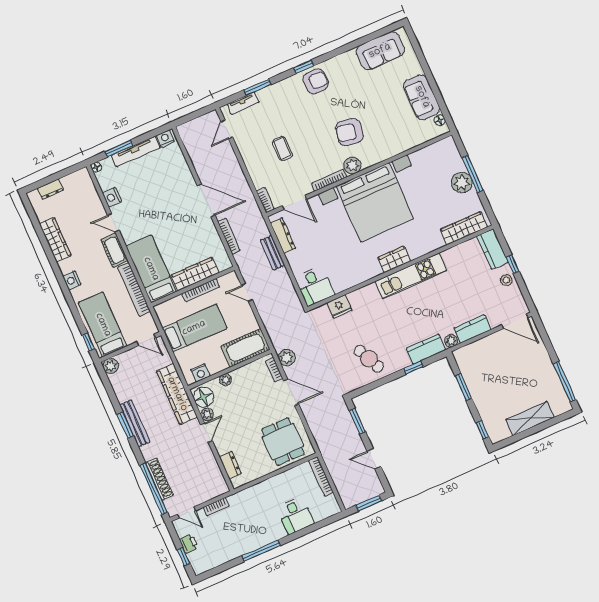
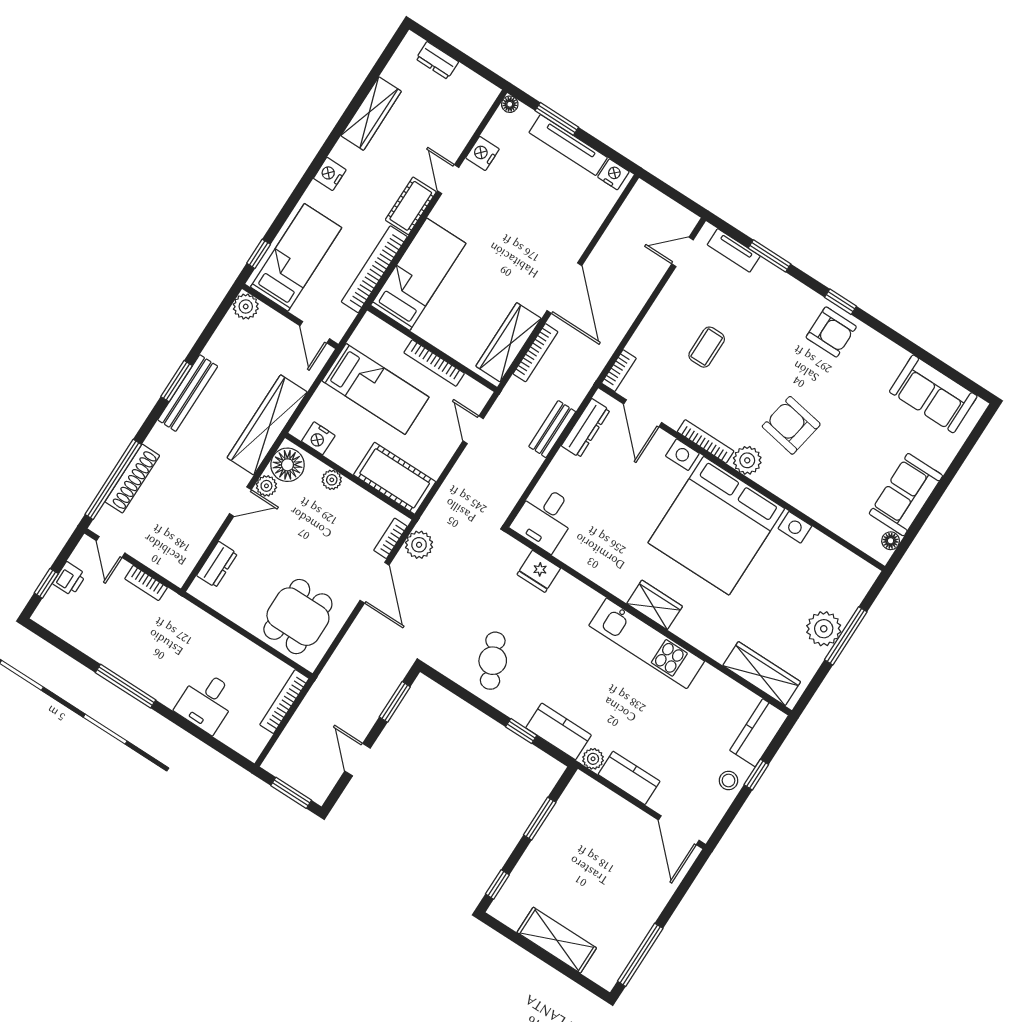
wardrobe: (195, 274) -> (508, 342), moved, turned -90

